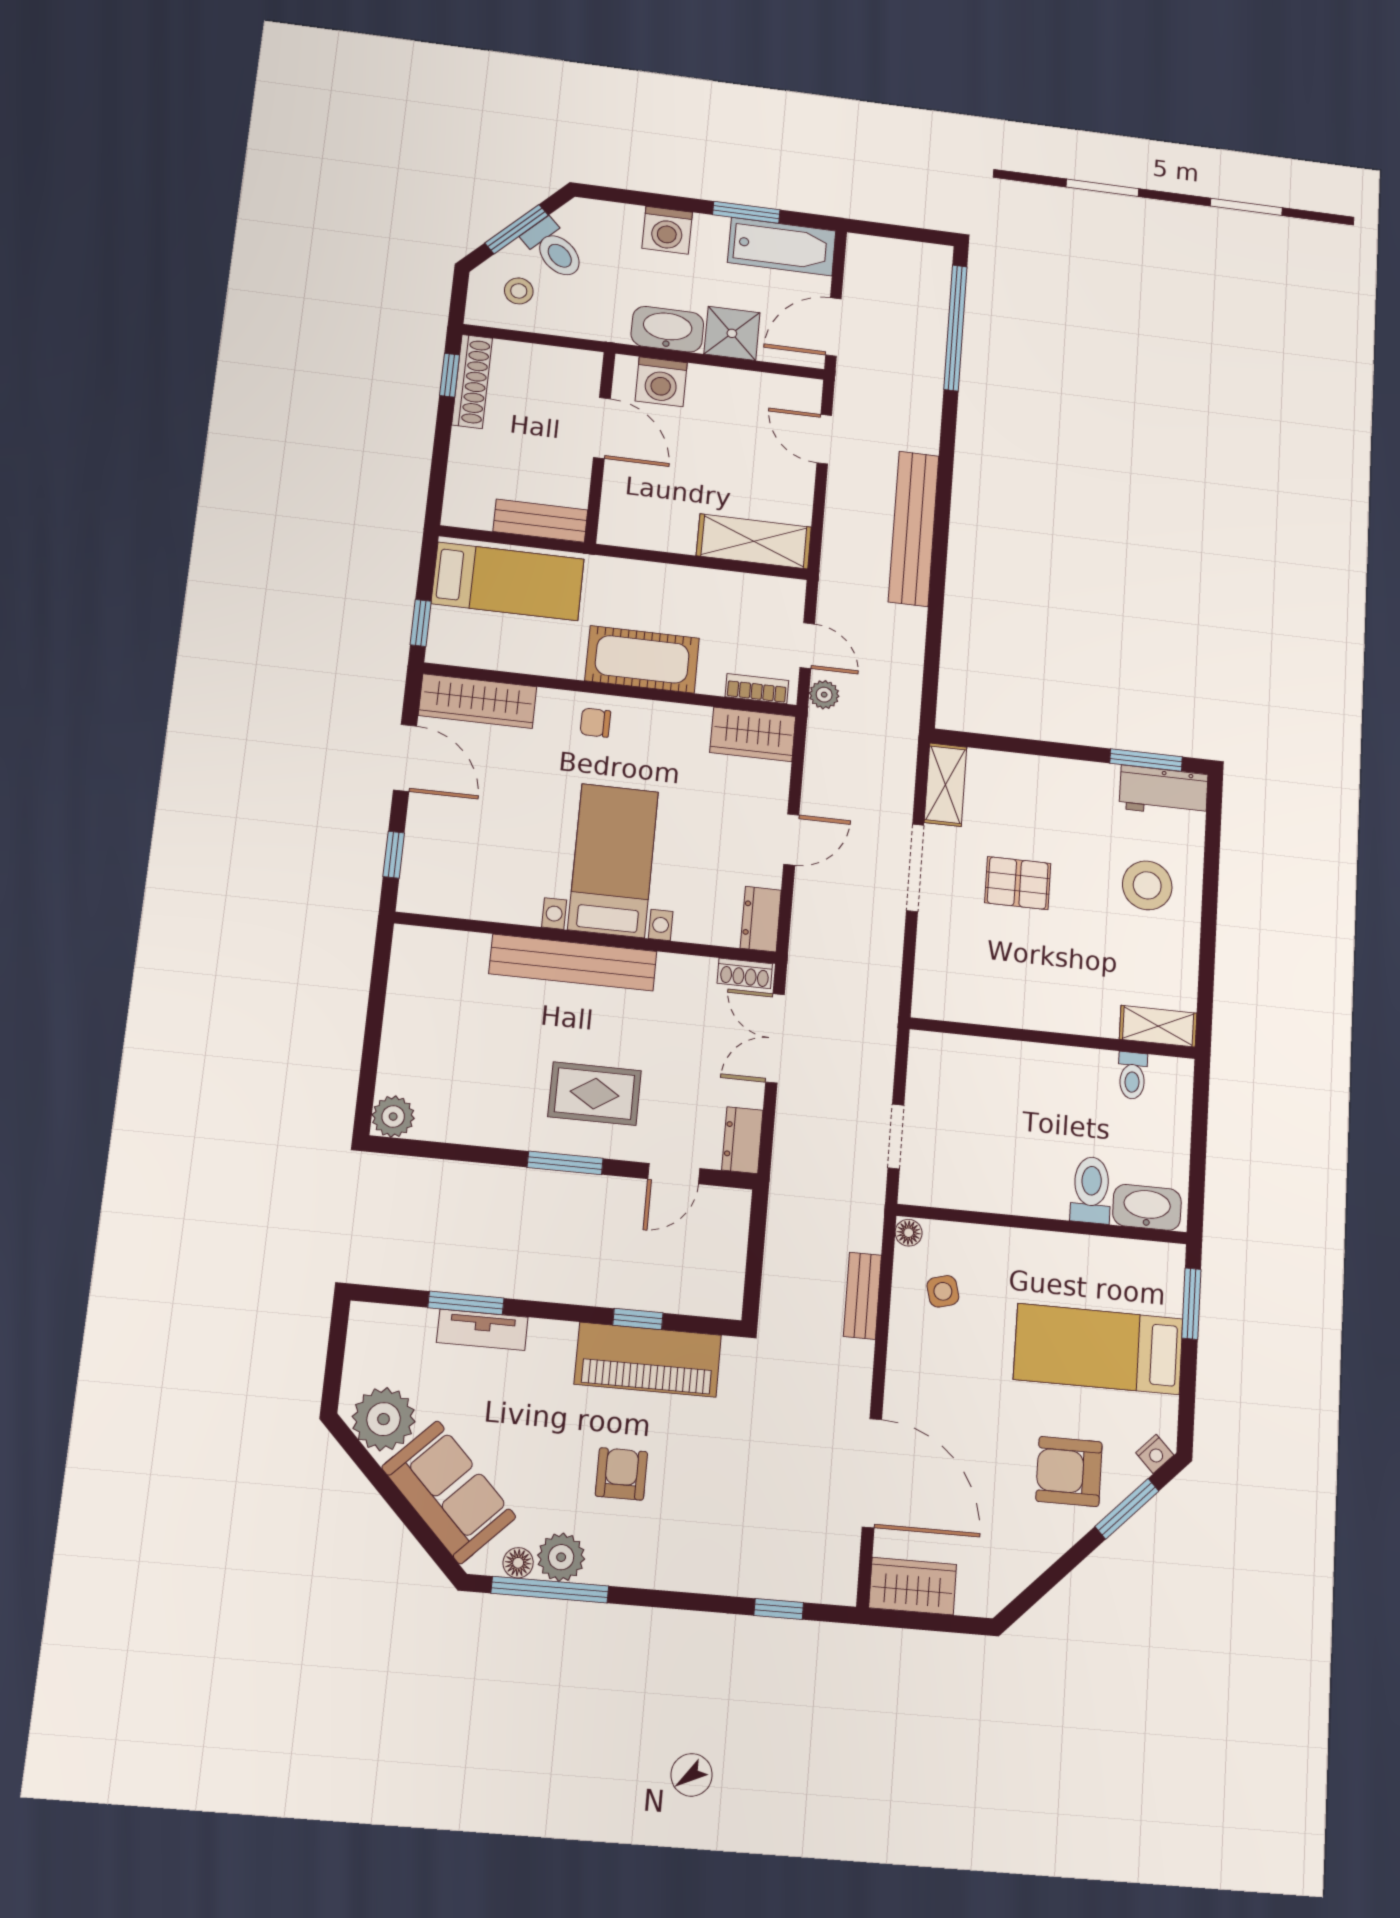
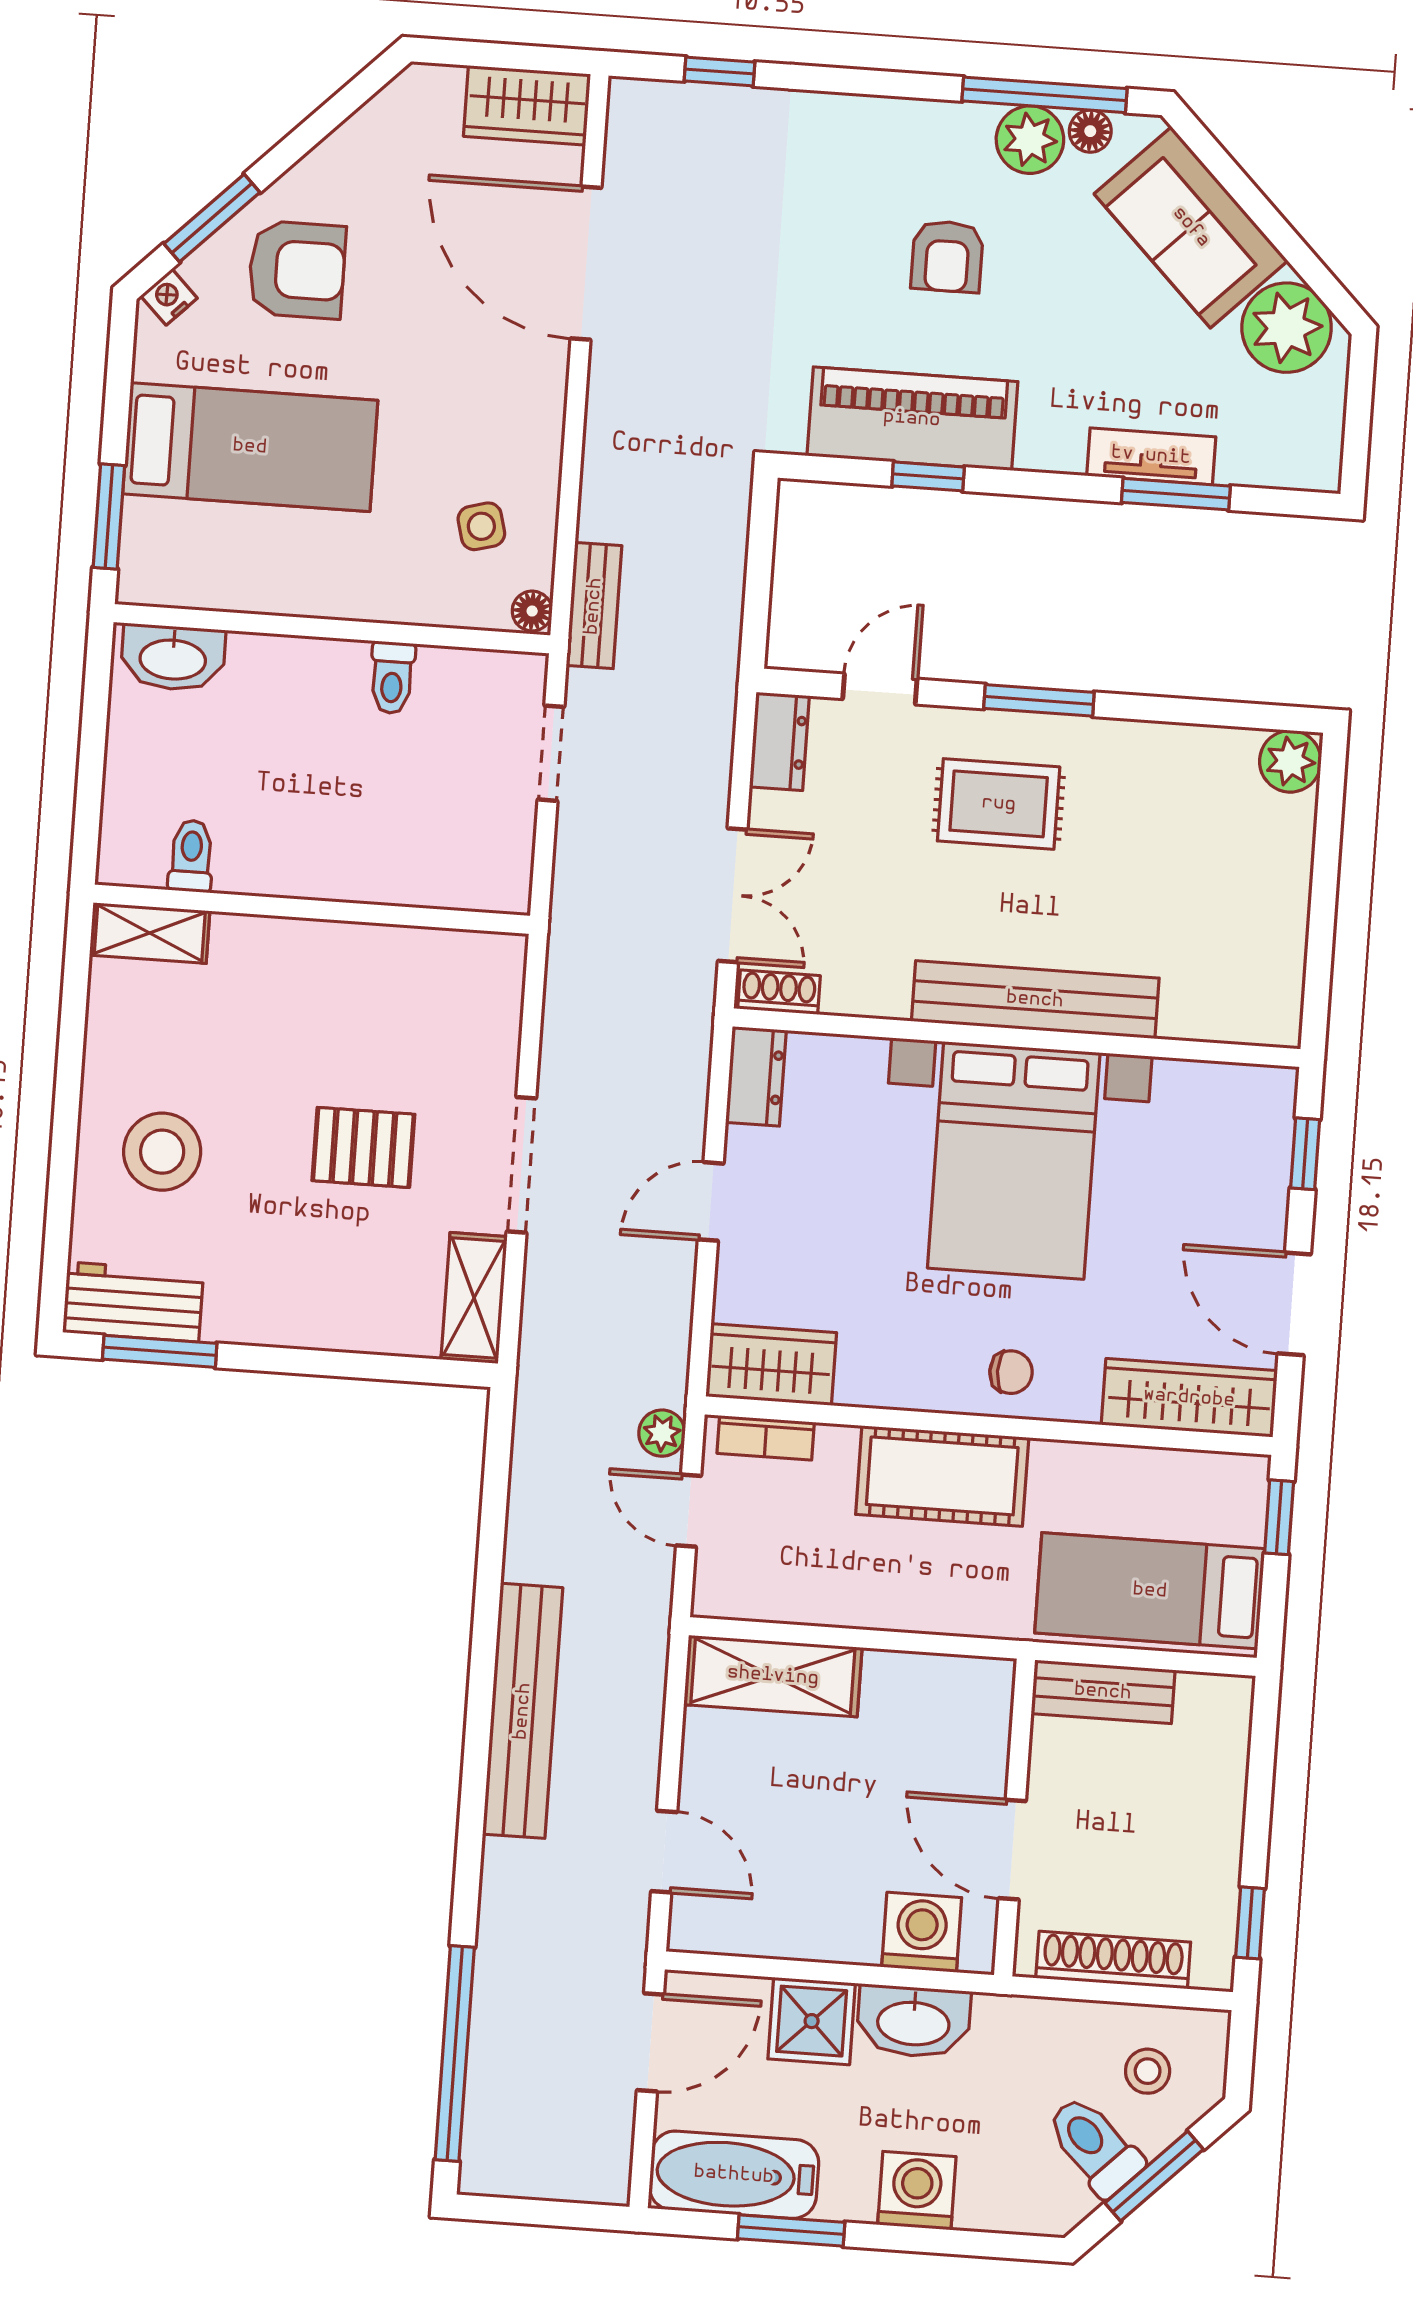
shoe rack: (472, 381) -> (1113, 1960), moved, turned 90
bed with nightstands: (613, 861) -> (1014, 1160), width x1.36
toilet: (1091, 1190) -> (392, 678), moved, width x0.73, depth x0.72
bench: (862, 1296) -> (594, 606), moved

